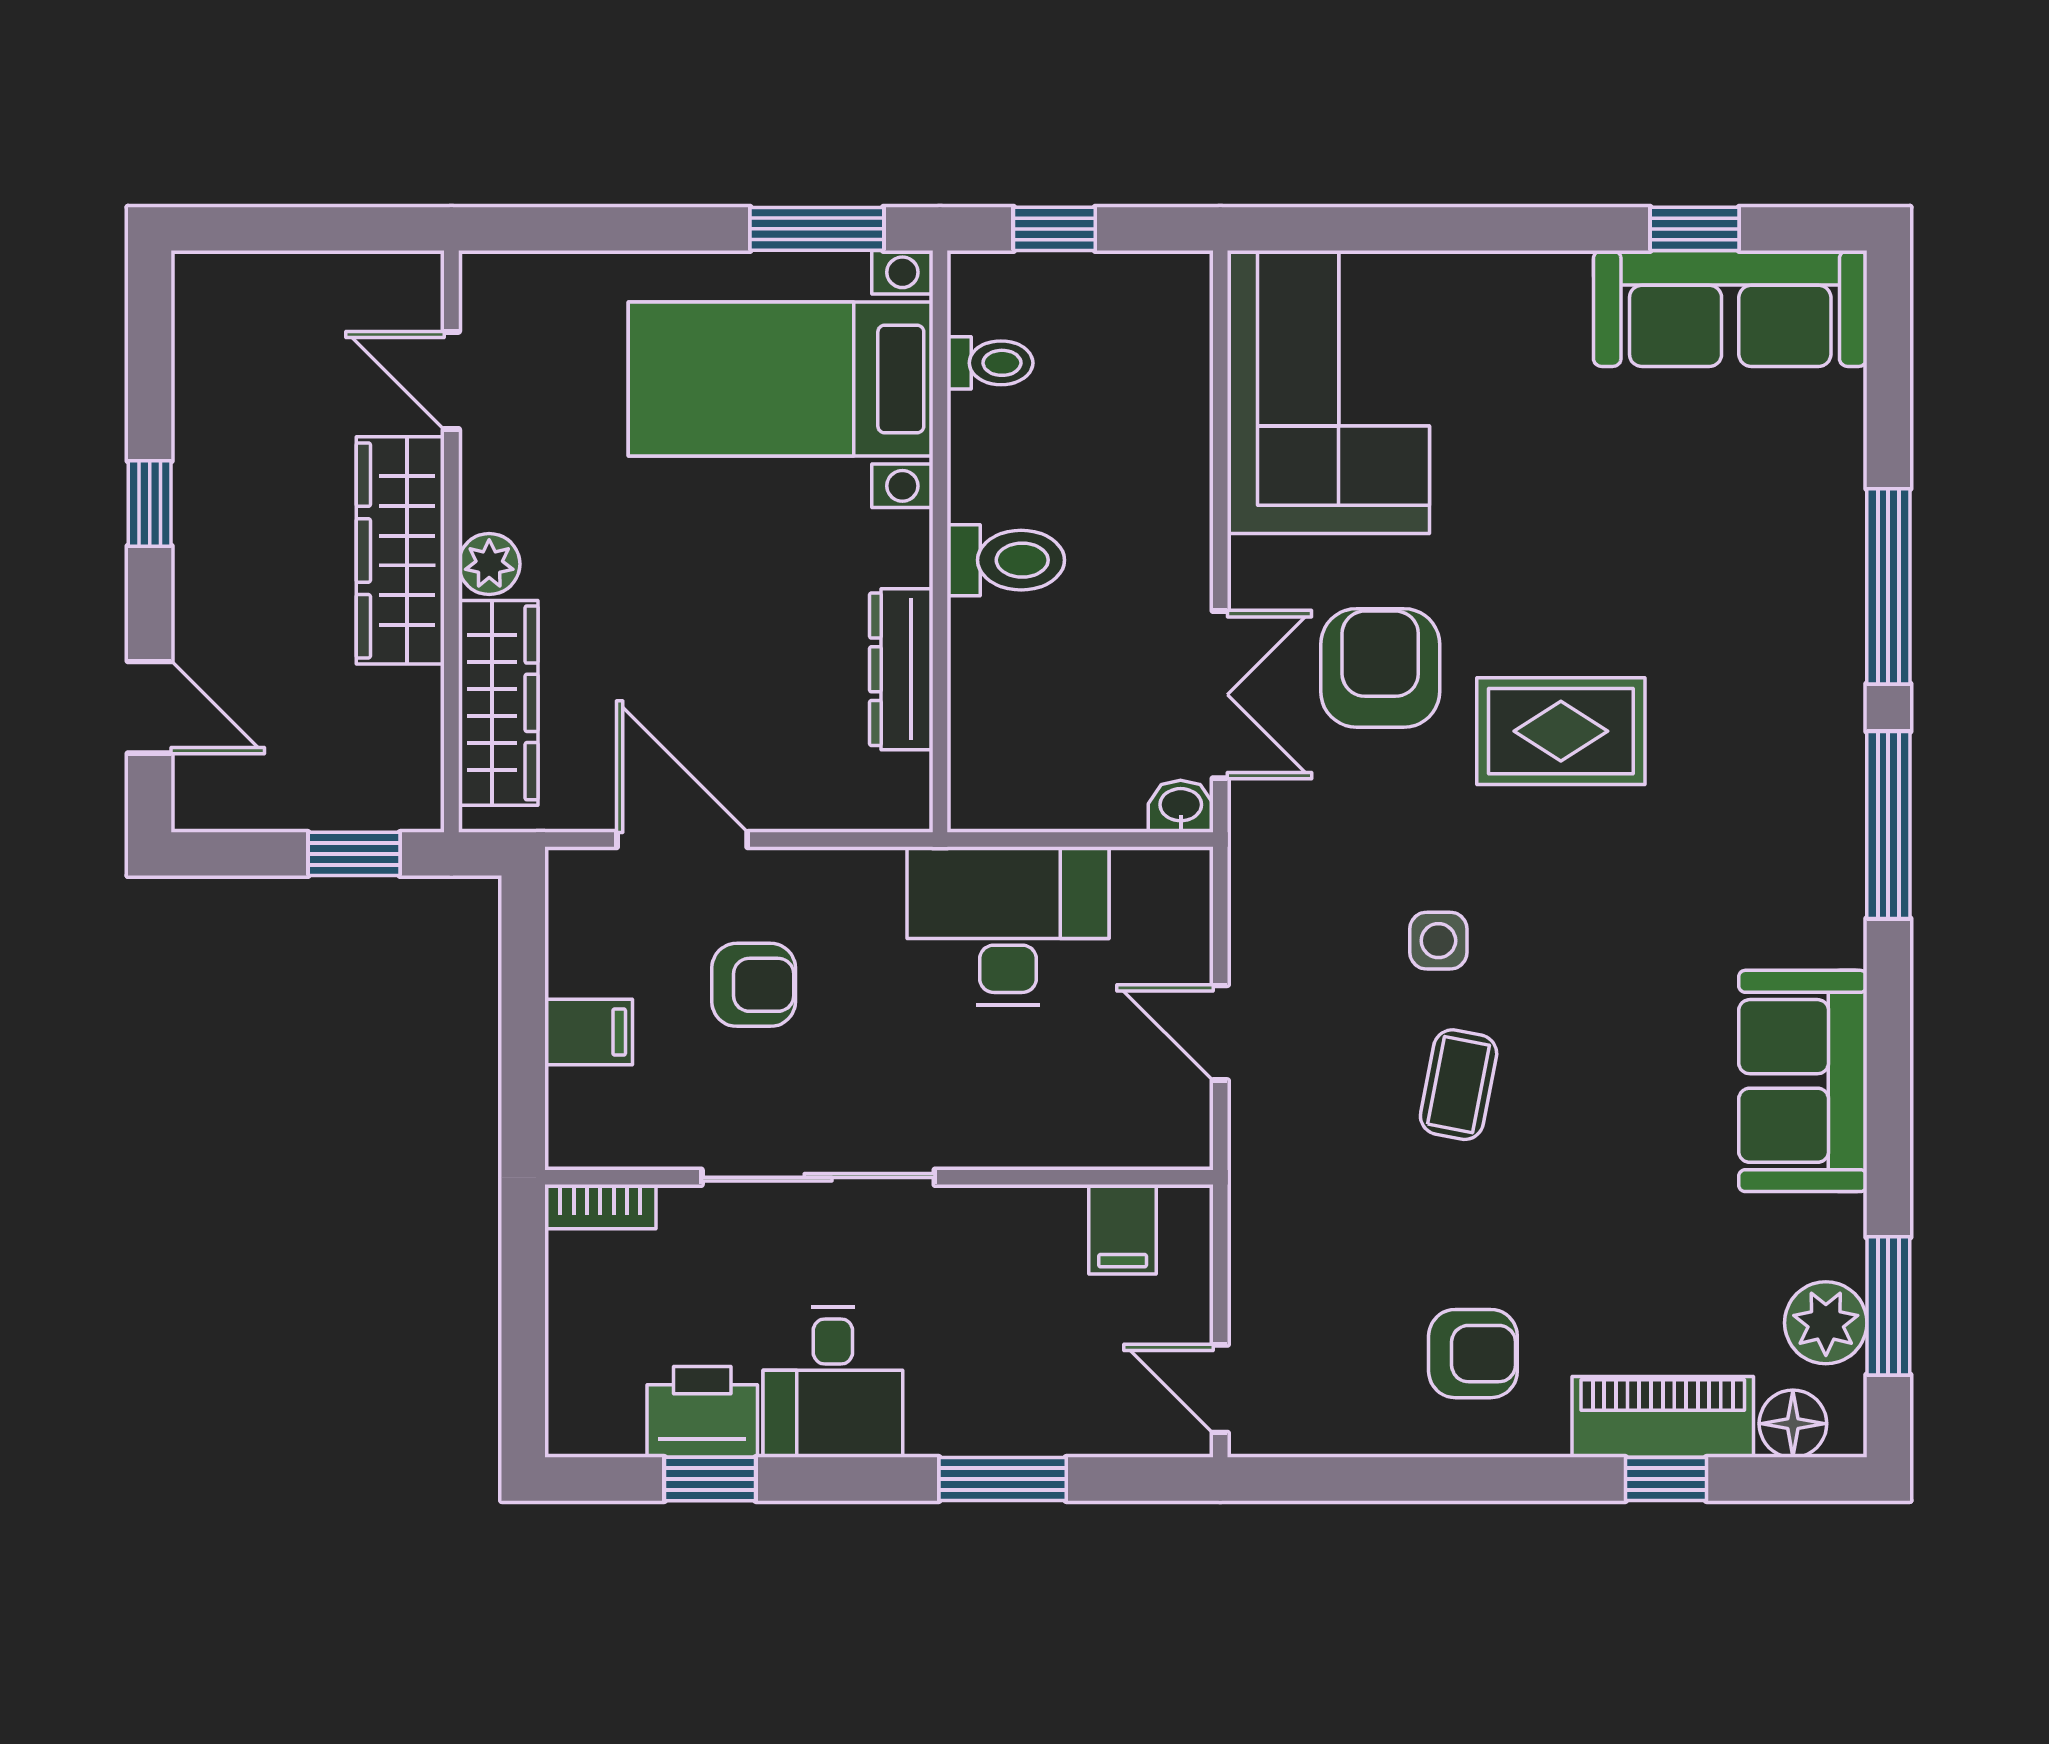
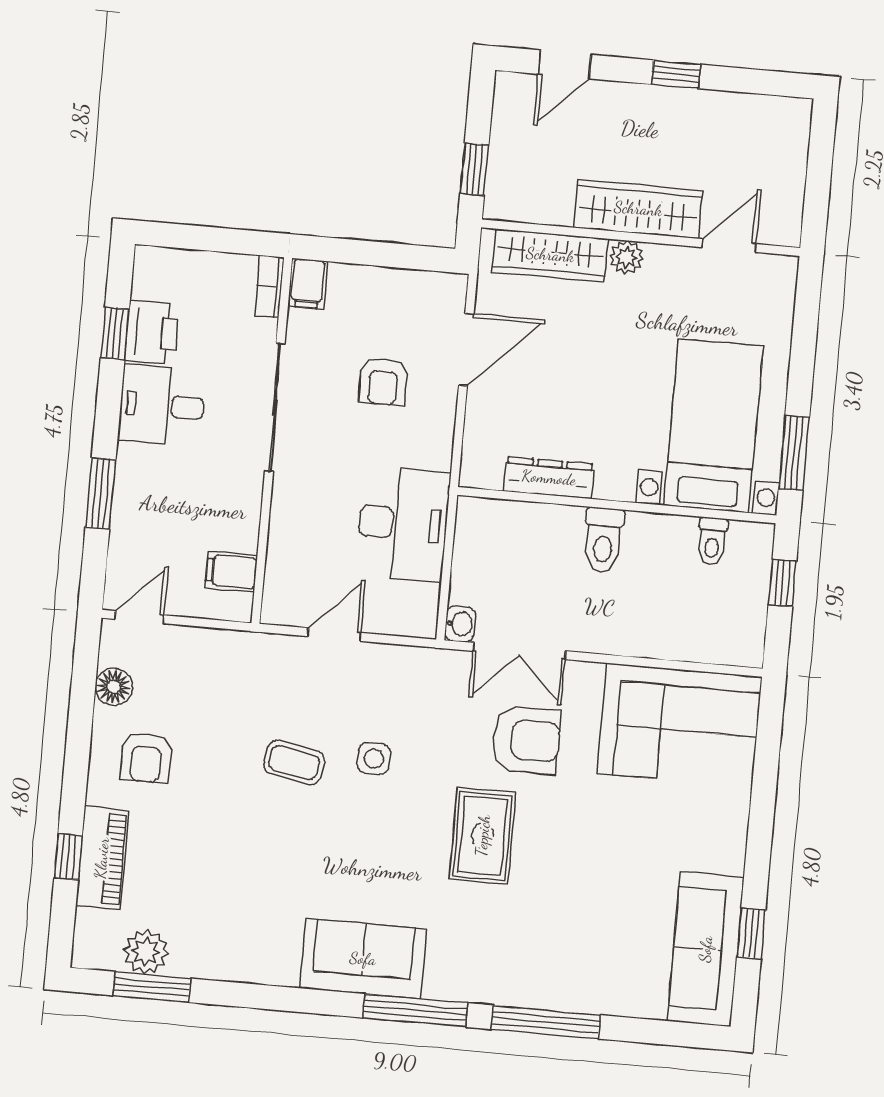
filing cabinet: (589, 1032) -> (308, 284), moved
sofa: (1803, 1081) -> (363, 959), moved
floor lamp: (1793, 1424) -> (114, 687), moved

